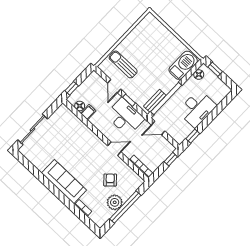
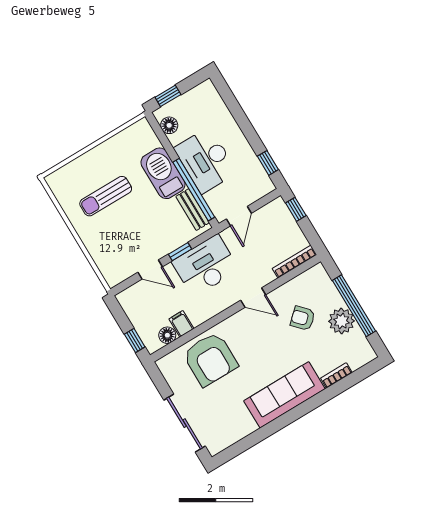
sun lounger: (123, 64) -> (106, 196), moved
barbecue: (183, 65) -> (163, 173), moved
desk: (197, 109) -> (206, 160), moved, turned 180
armchair: (73, 134) -> (210, 359), added
door: (114, 149) -> (253, 298), swing flipped

